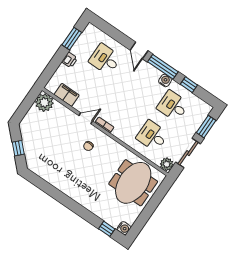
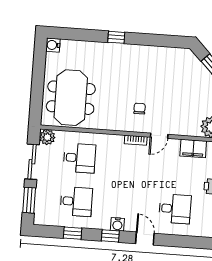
window: (163, 67) -> (110, 236), width x0.46
water cooler: (165, 80) -> (117, 224), moved
window: (107, 229) -> (116, 37), moved

